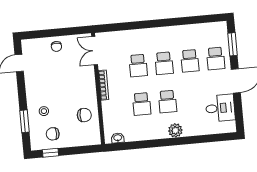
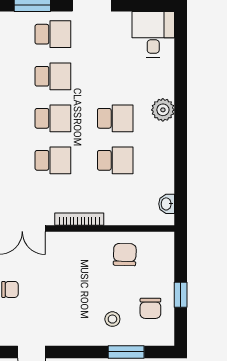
desk: (220, 108) -> (153, 34), moved
window: (51, 153) -> (181, 295), moved

